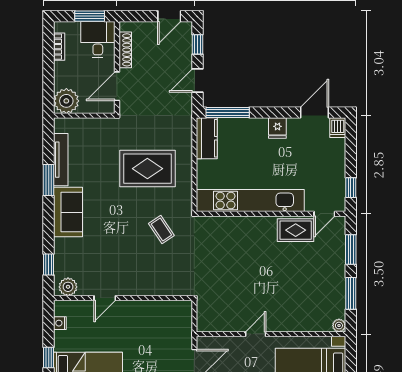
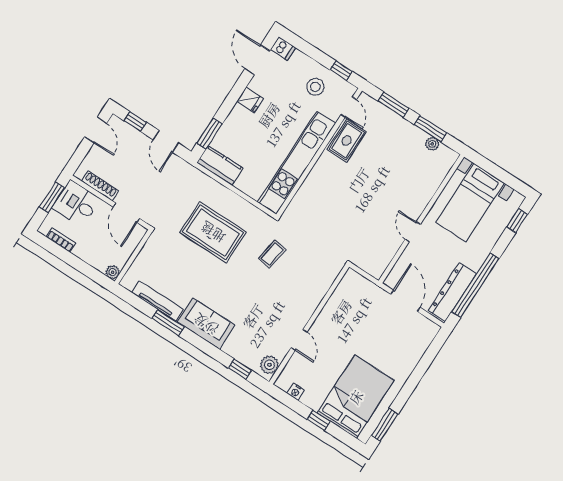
plant: (66, 101) -> (113, 272), width x0.53, depth x0.53
window: (228, 113) -> (210, 133), width x0.69
rug: (147, 169) -> (213, 232), turned 90
stool: (323, 175) -> (315, 87), added
coffee table: (161, 230) -> (272, 254), turned -48
plant: (339, 326) -> (432, 144), moved

